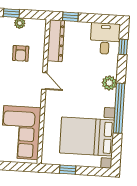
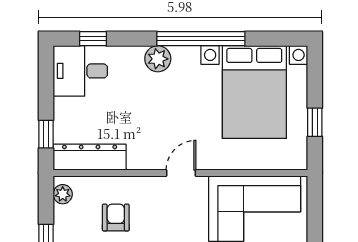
plant: (20, 23) -> (63, 194), moved
armchair: (21, 53) -> (116, 217), turned -90
door: (44, 81) -> (181, 173), moved

